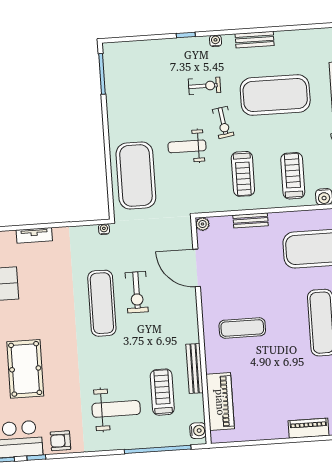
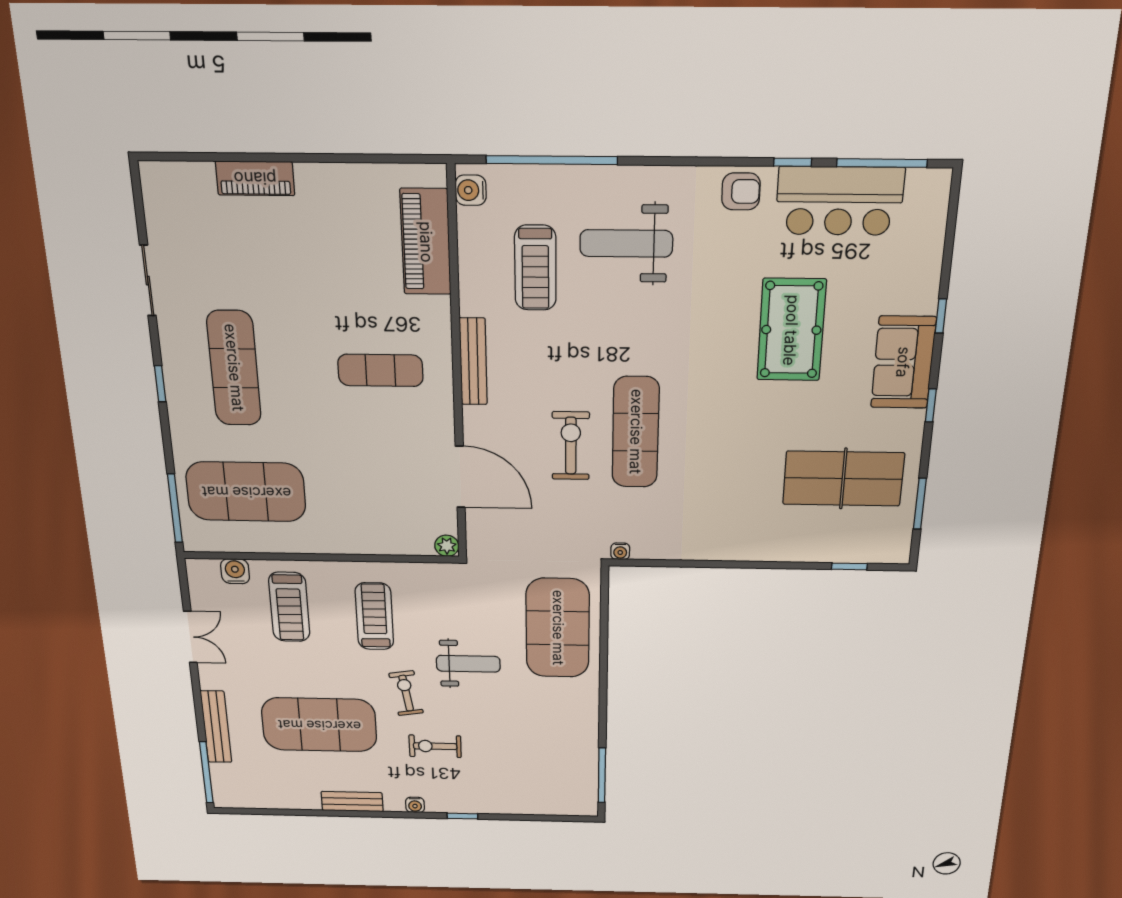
bench: (251, 220) -> (363, 545), removed
tv unit: (34, 235) -> (744, 551), removed
bench: (195, 368) -> (473, 362), moved

